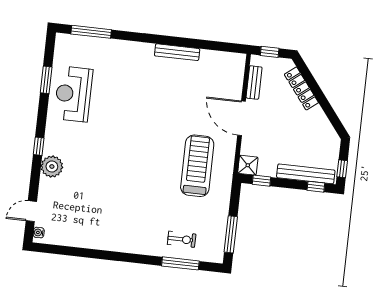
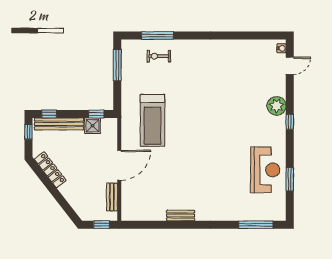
bench: (177, 52) -> (181, 215), width x0.73
locker: (301, 88) -> (50, 170), moved
door: (242, 118) -> (119, 165), hinge flipped
shower: (248, 165) -> (93, 126), moved

